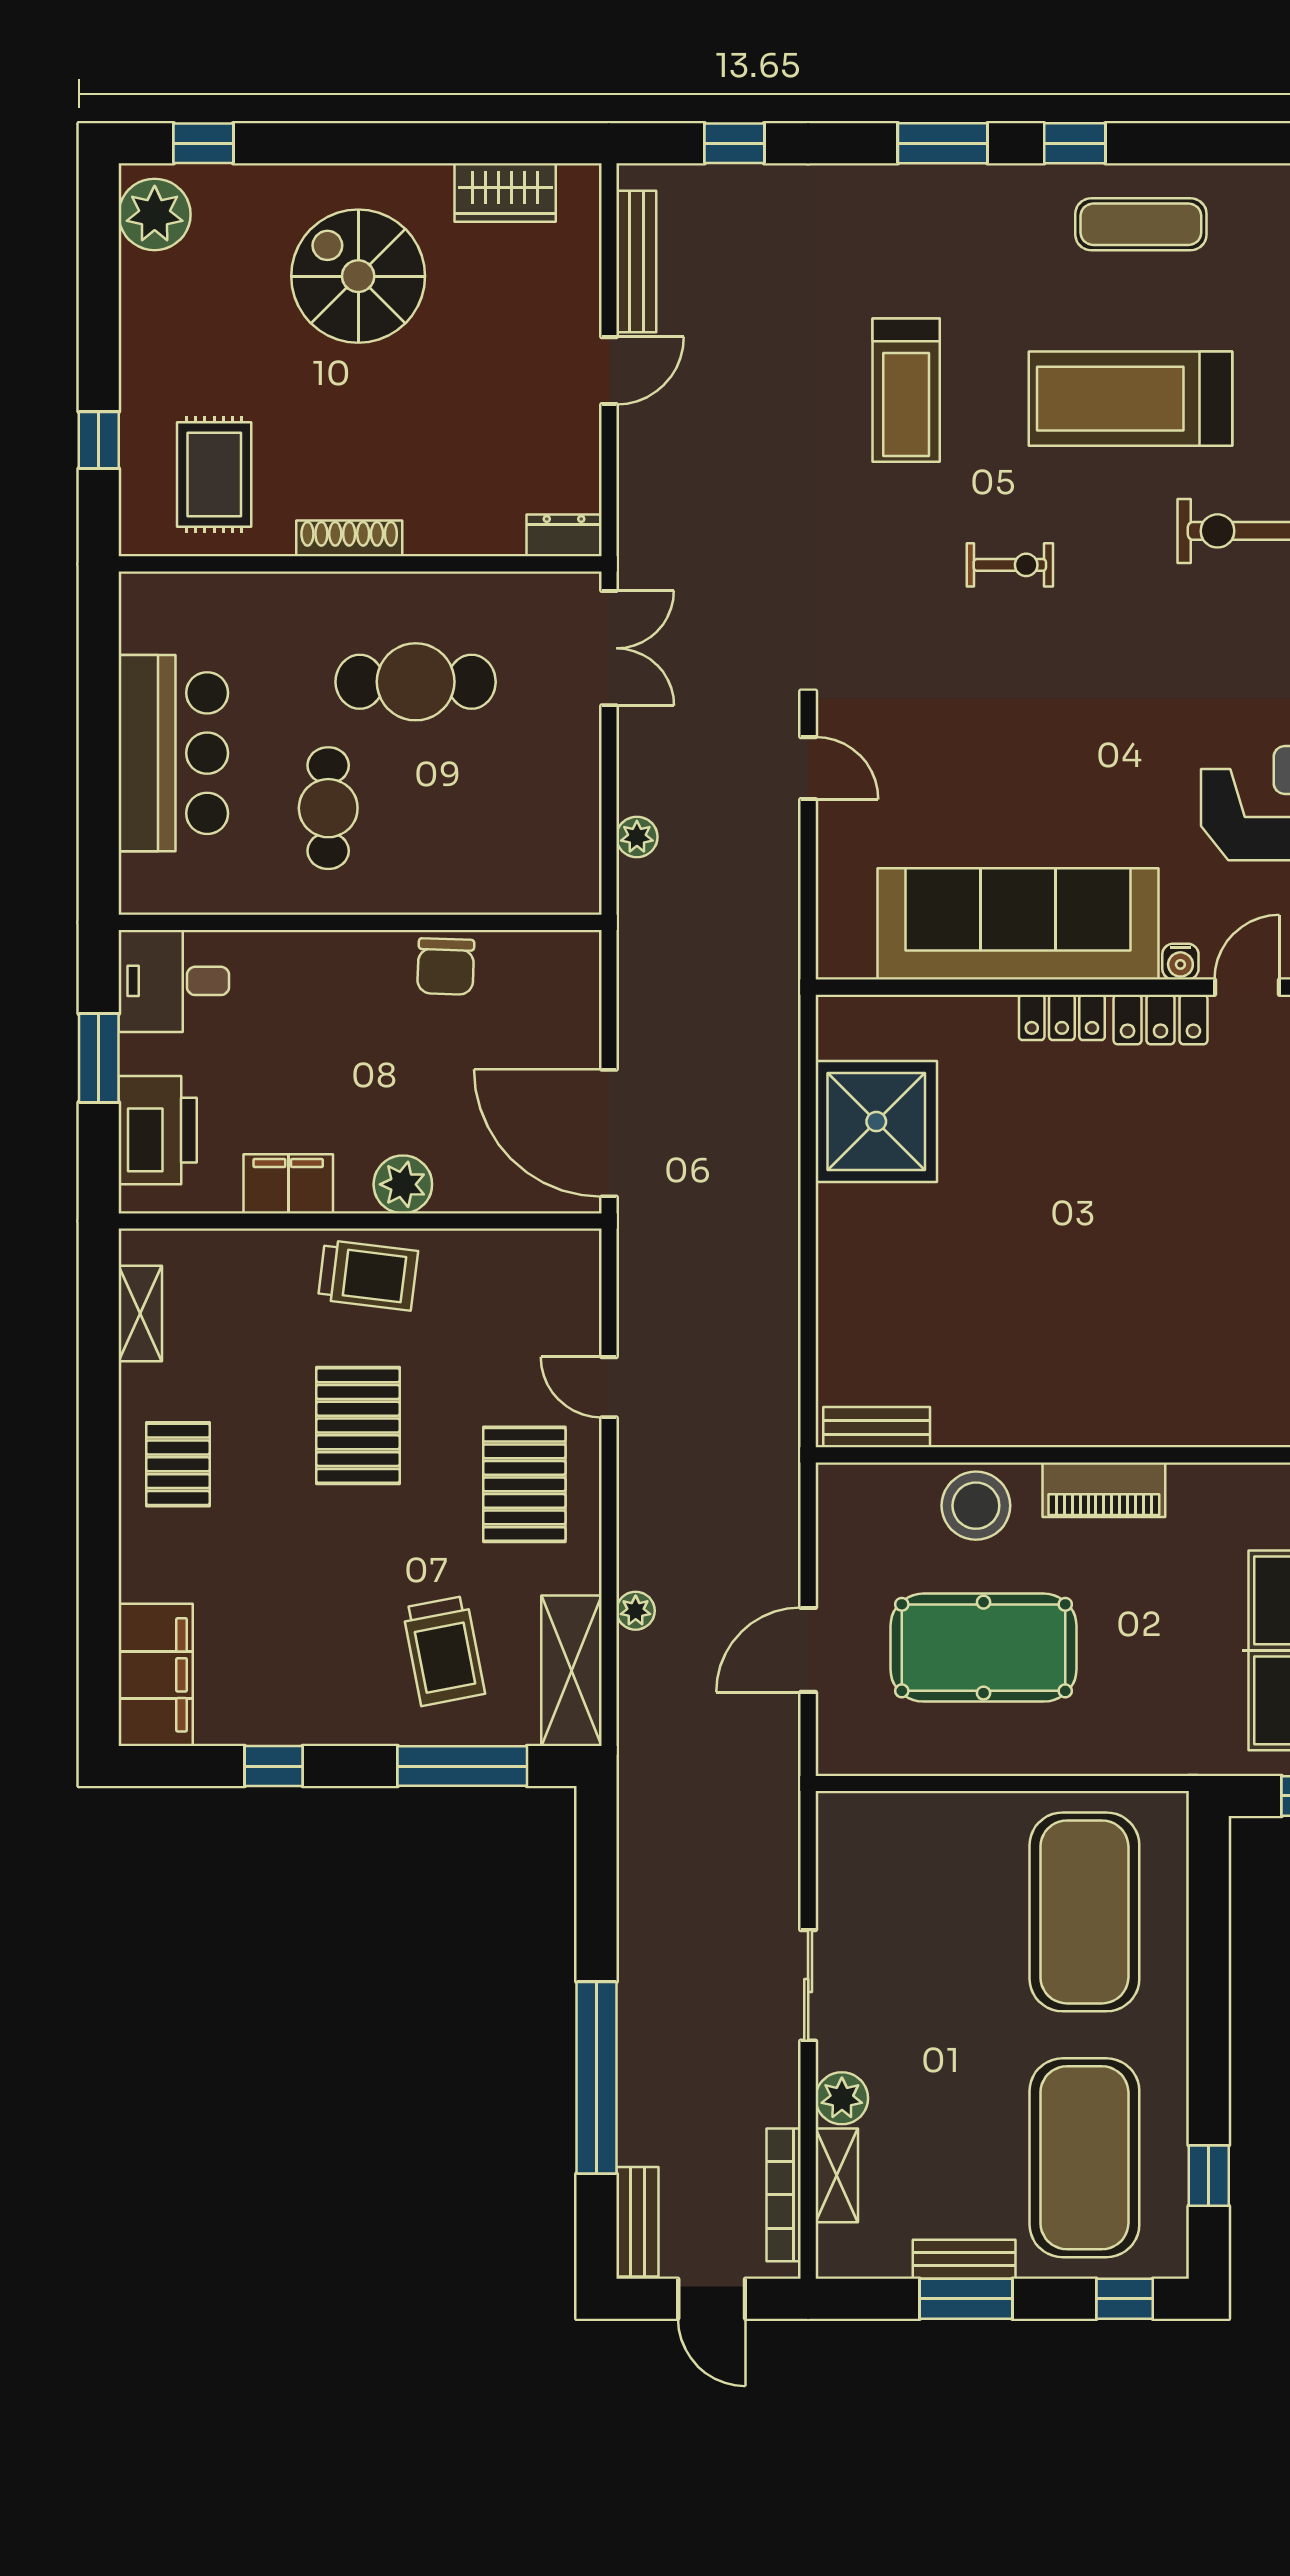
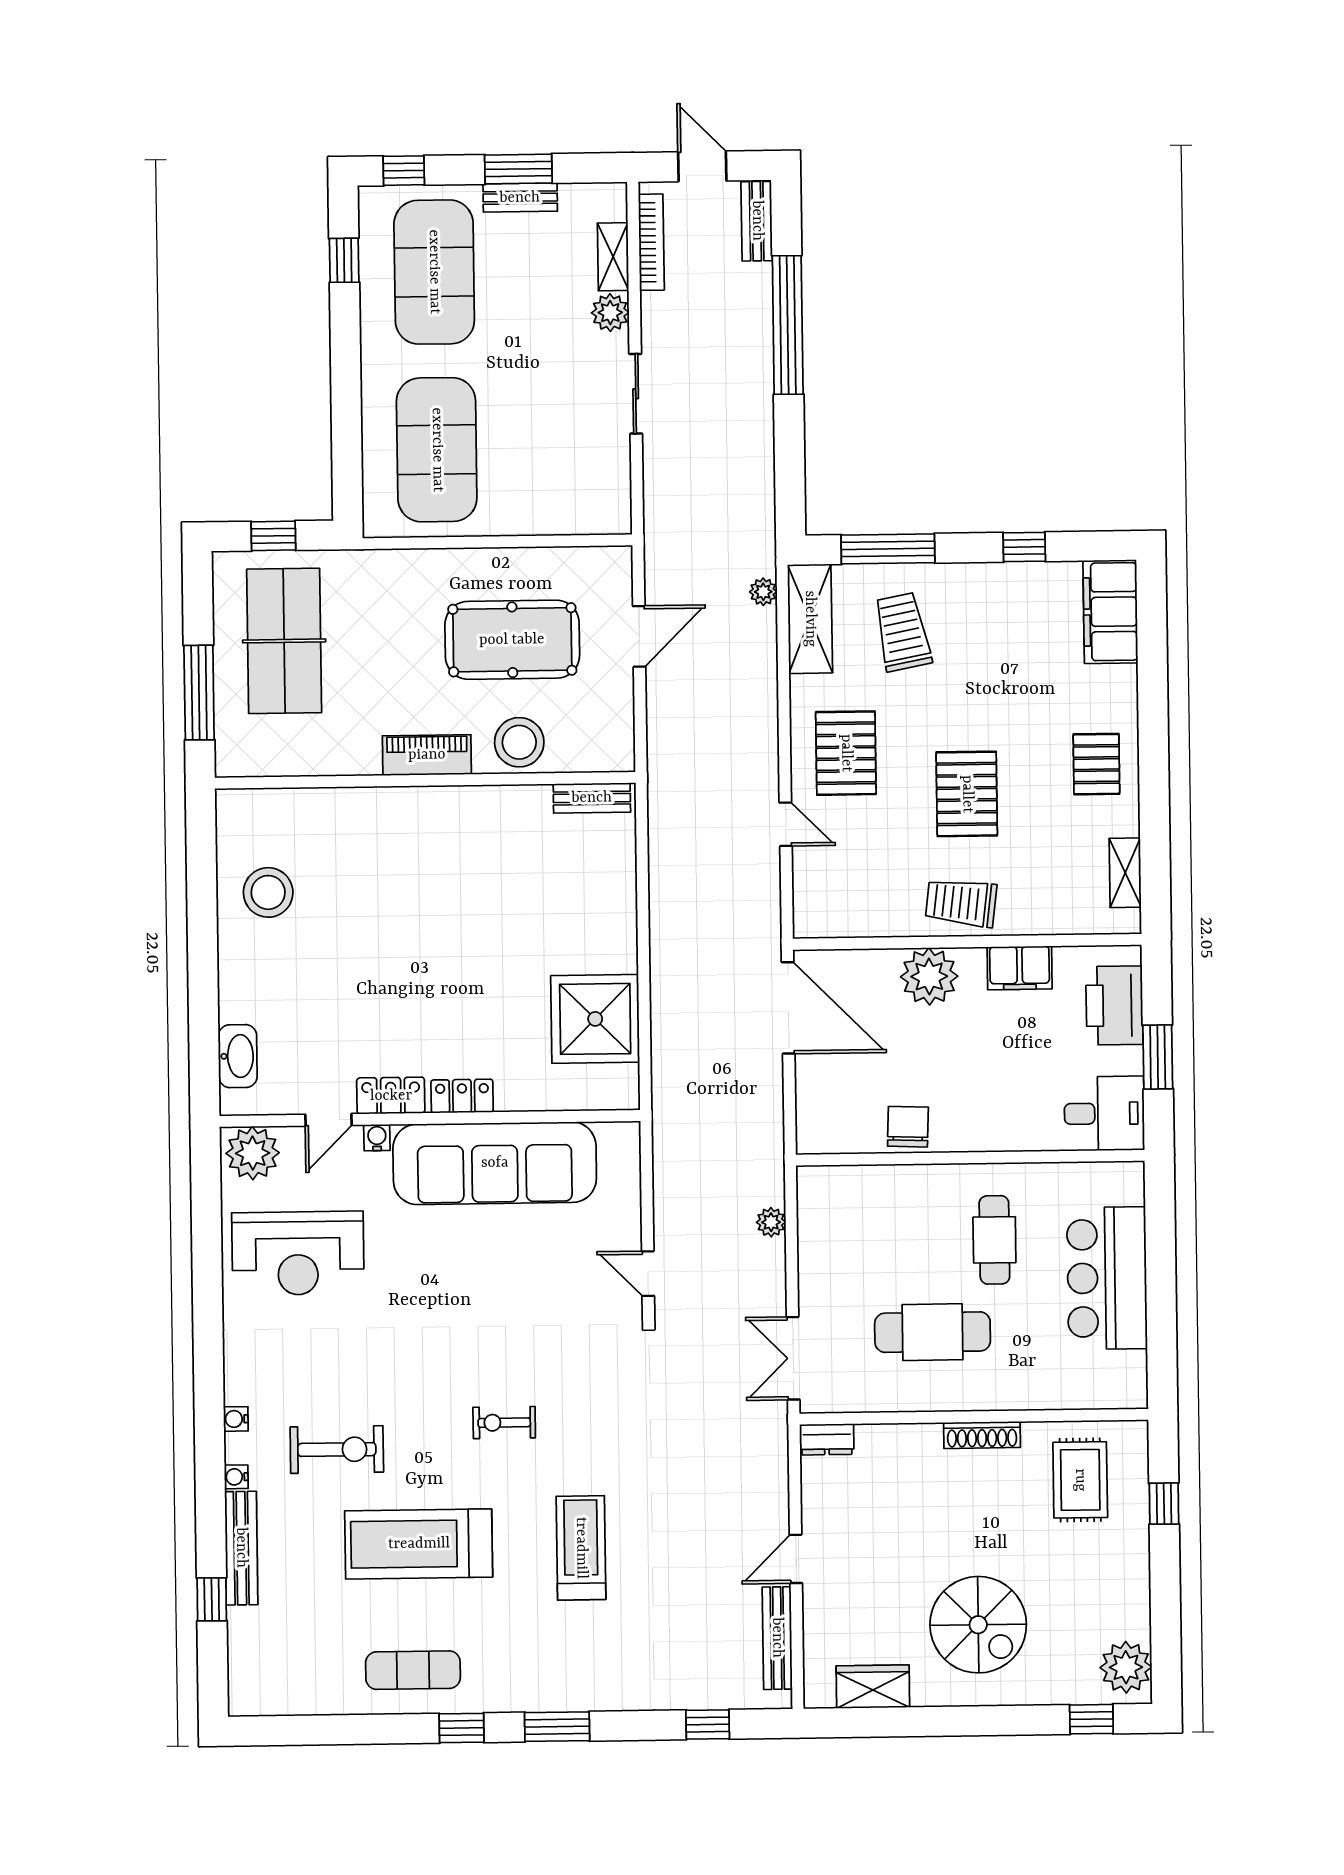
treadmill: (1131, 399) -> (419, 1544), turned 180
plant: (403, 1184) -> (929, 976), width x1.36, depth x1.36
plant: (636, 1611) -> (763, 592), moved

